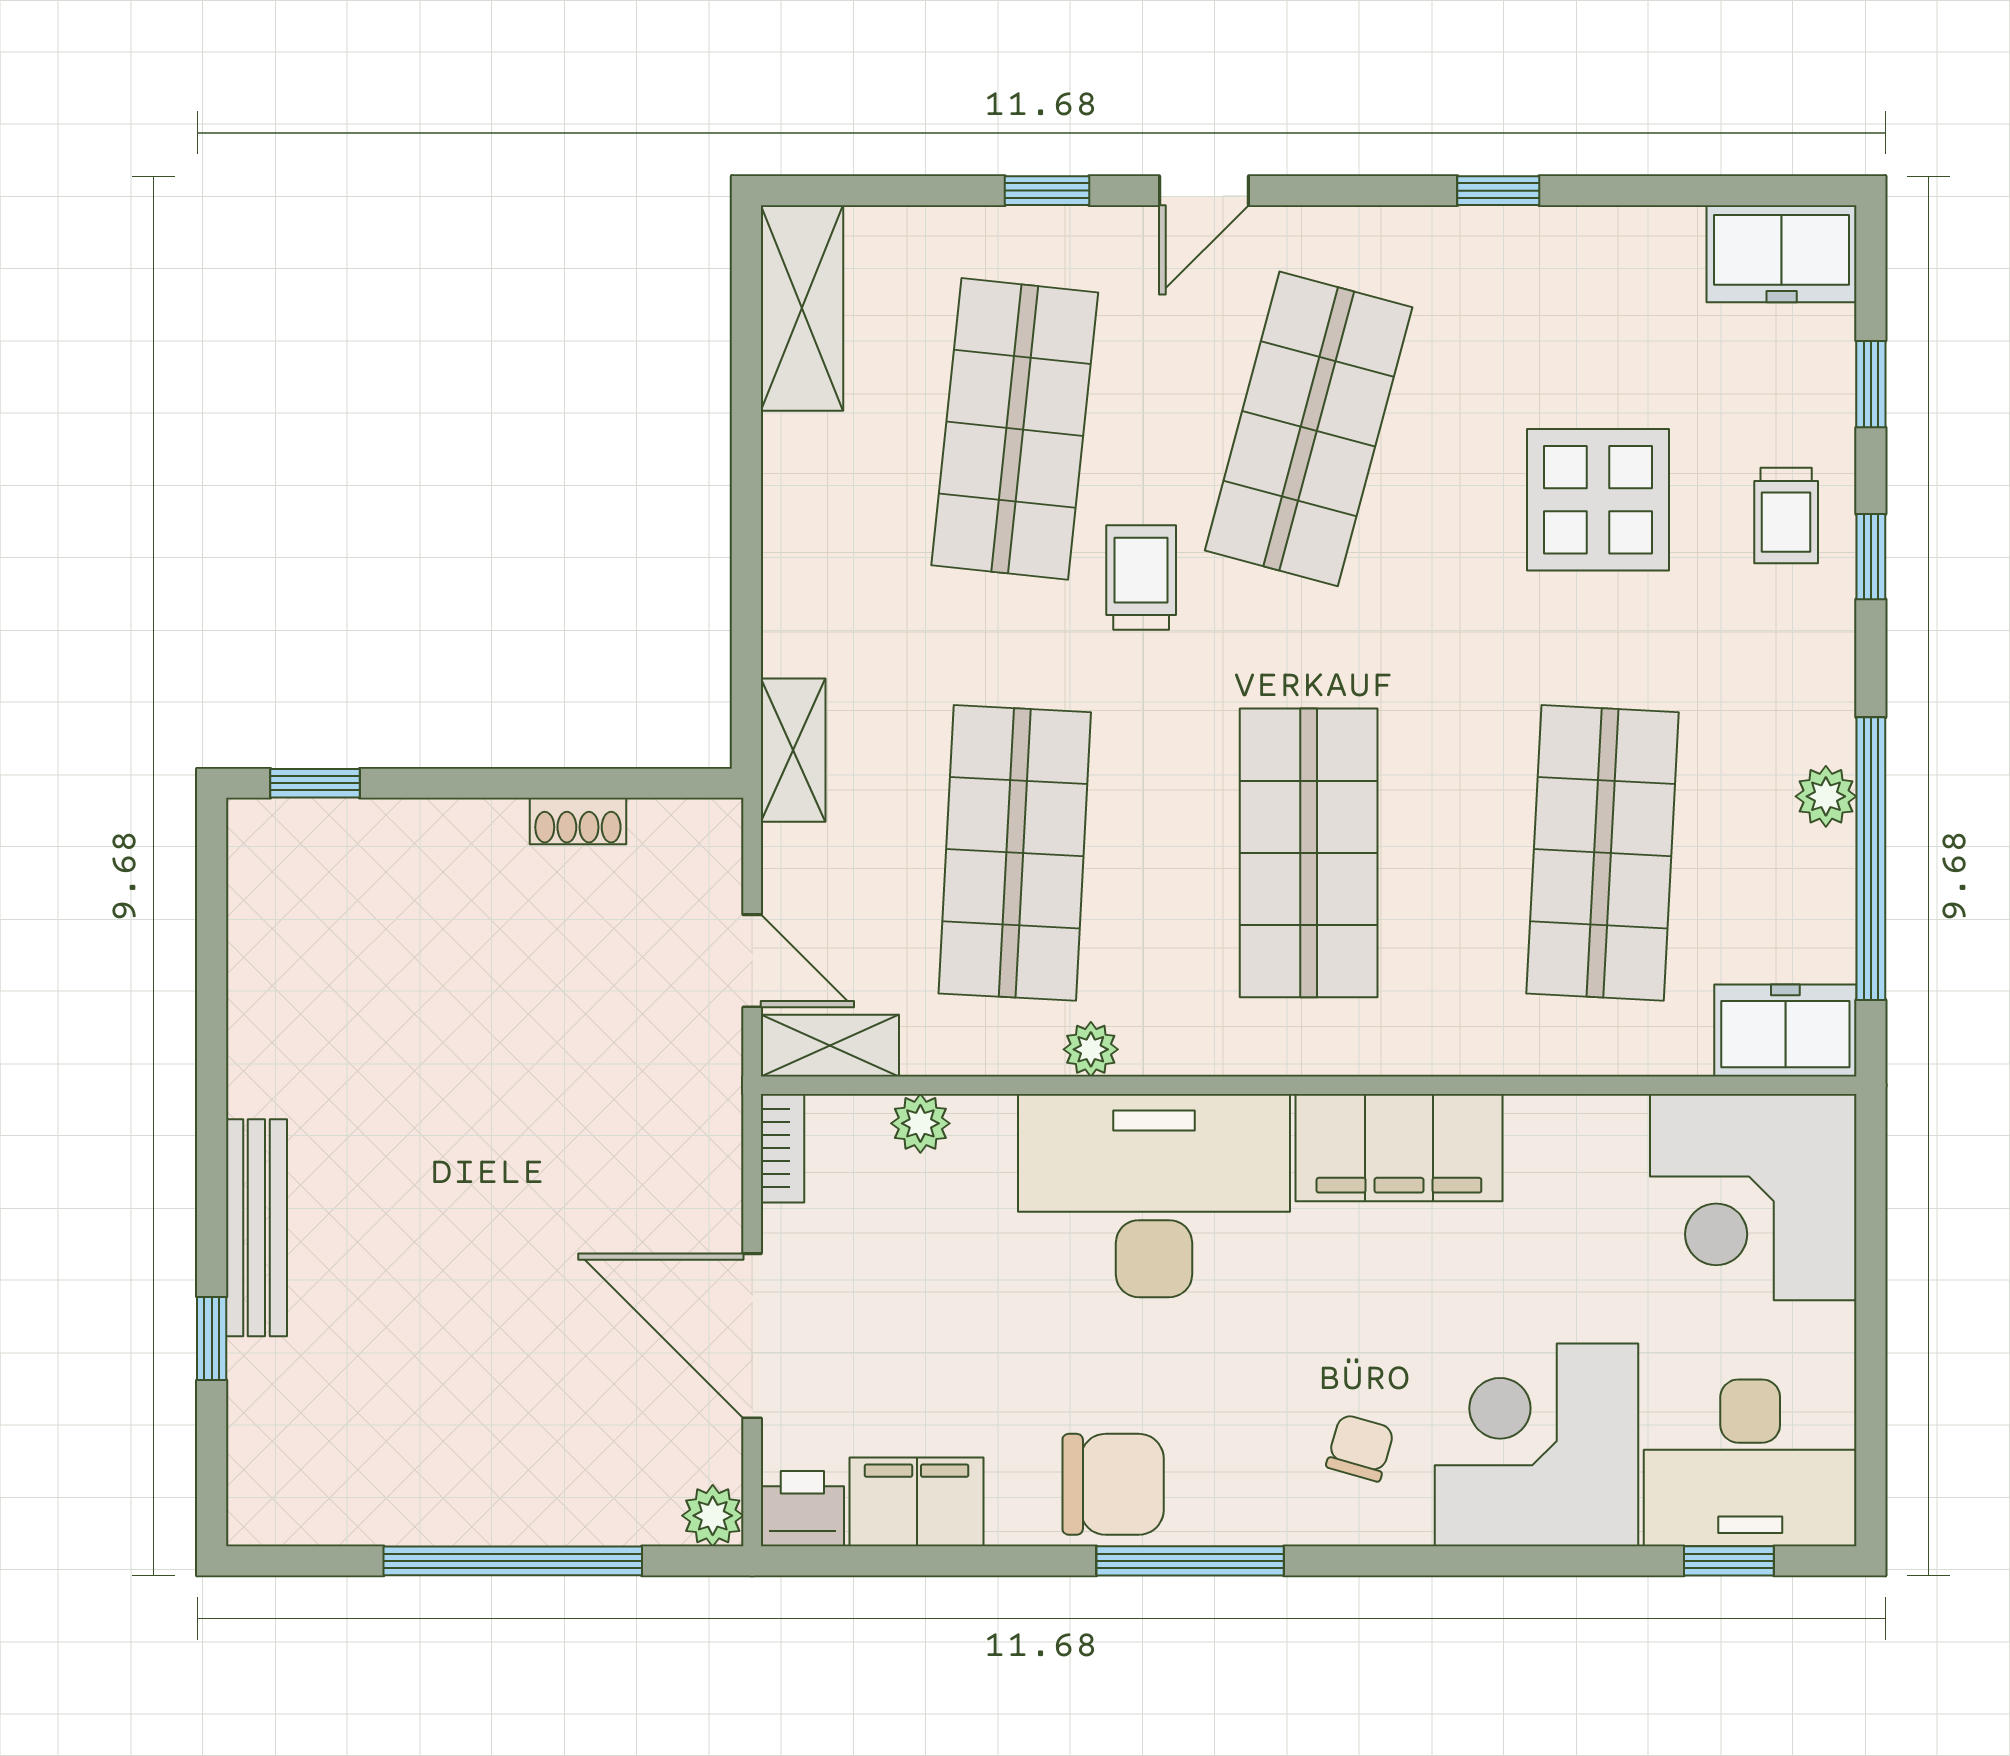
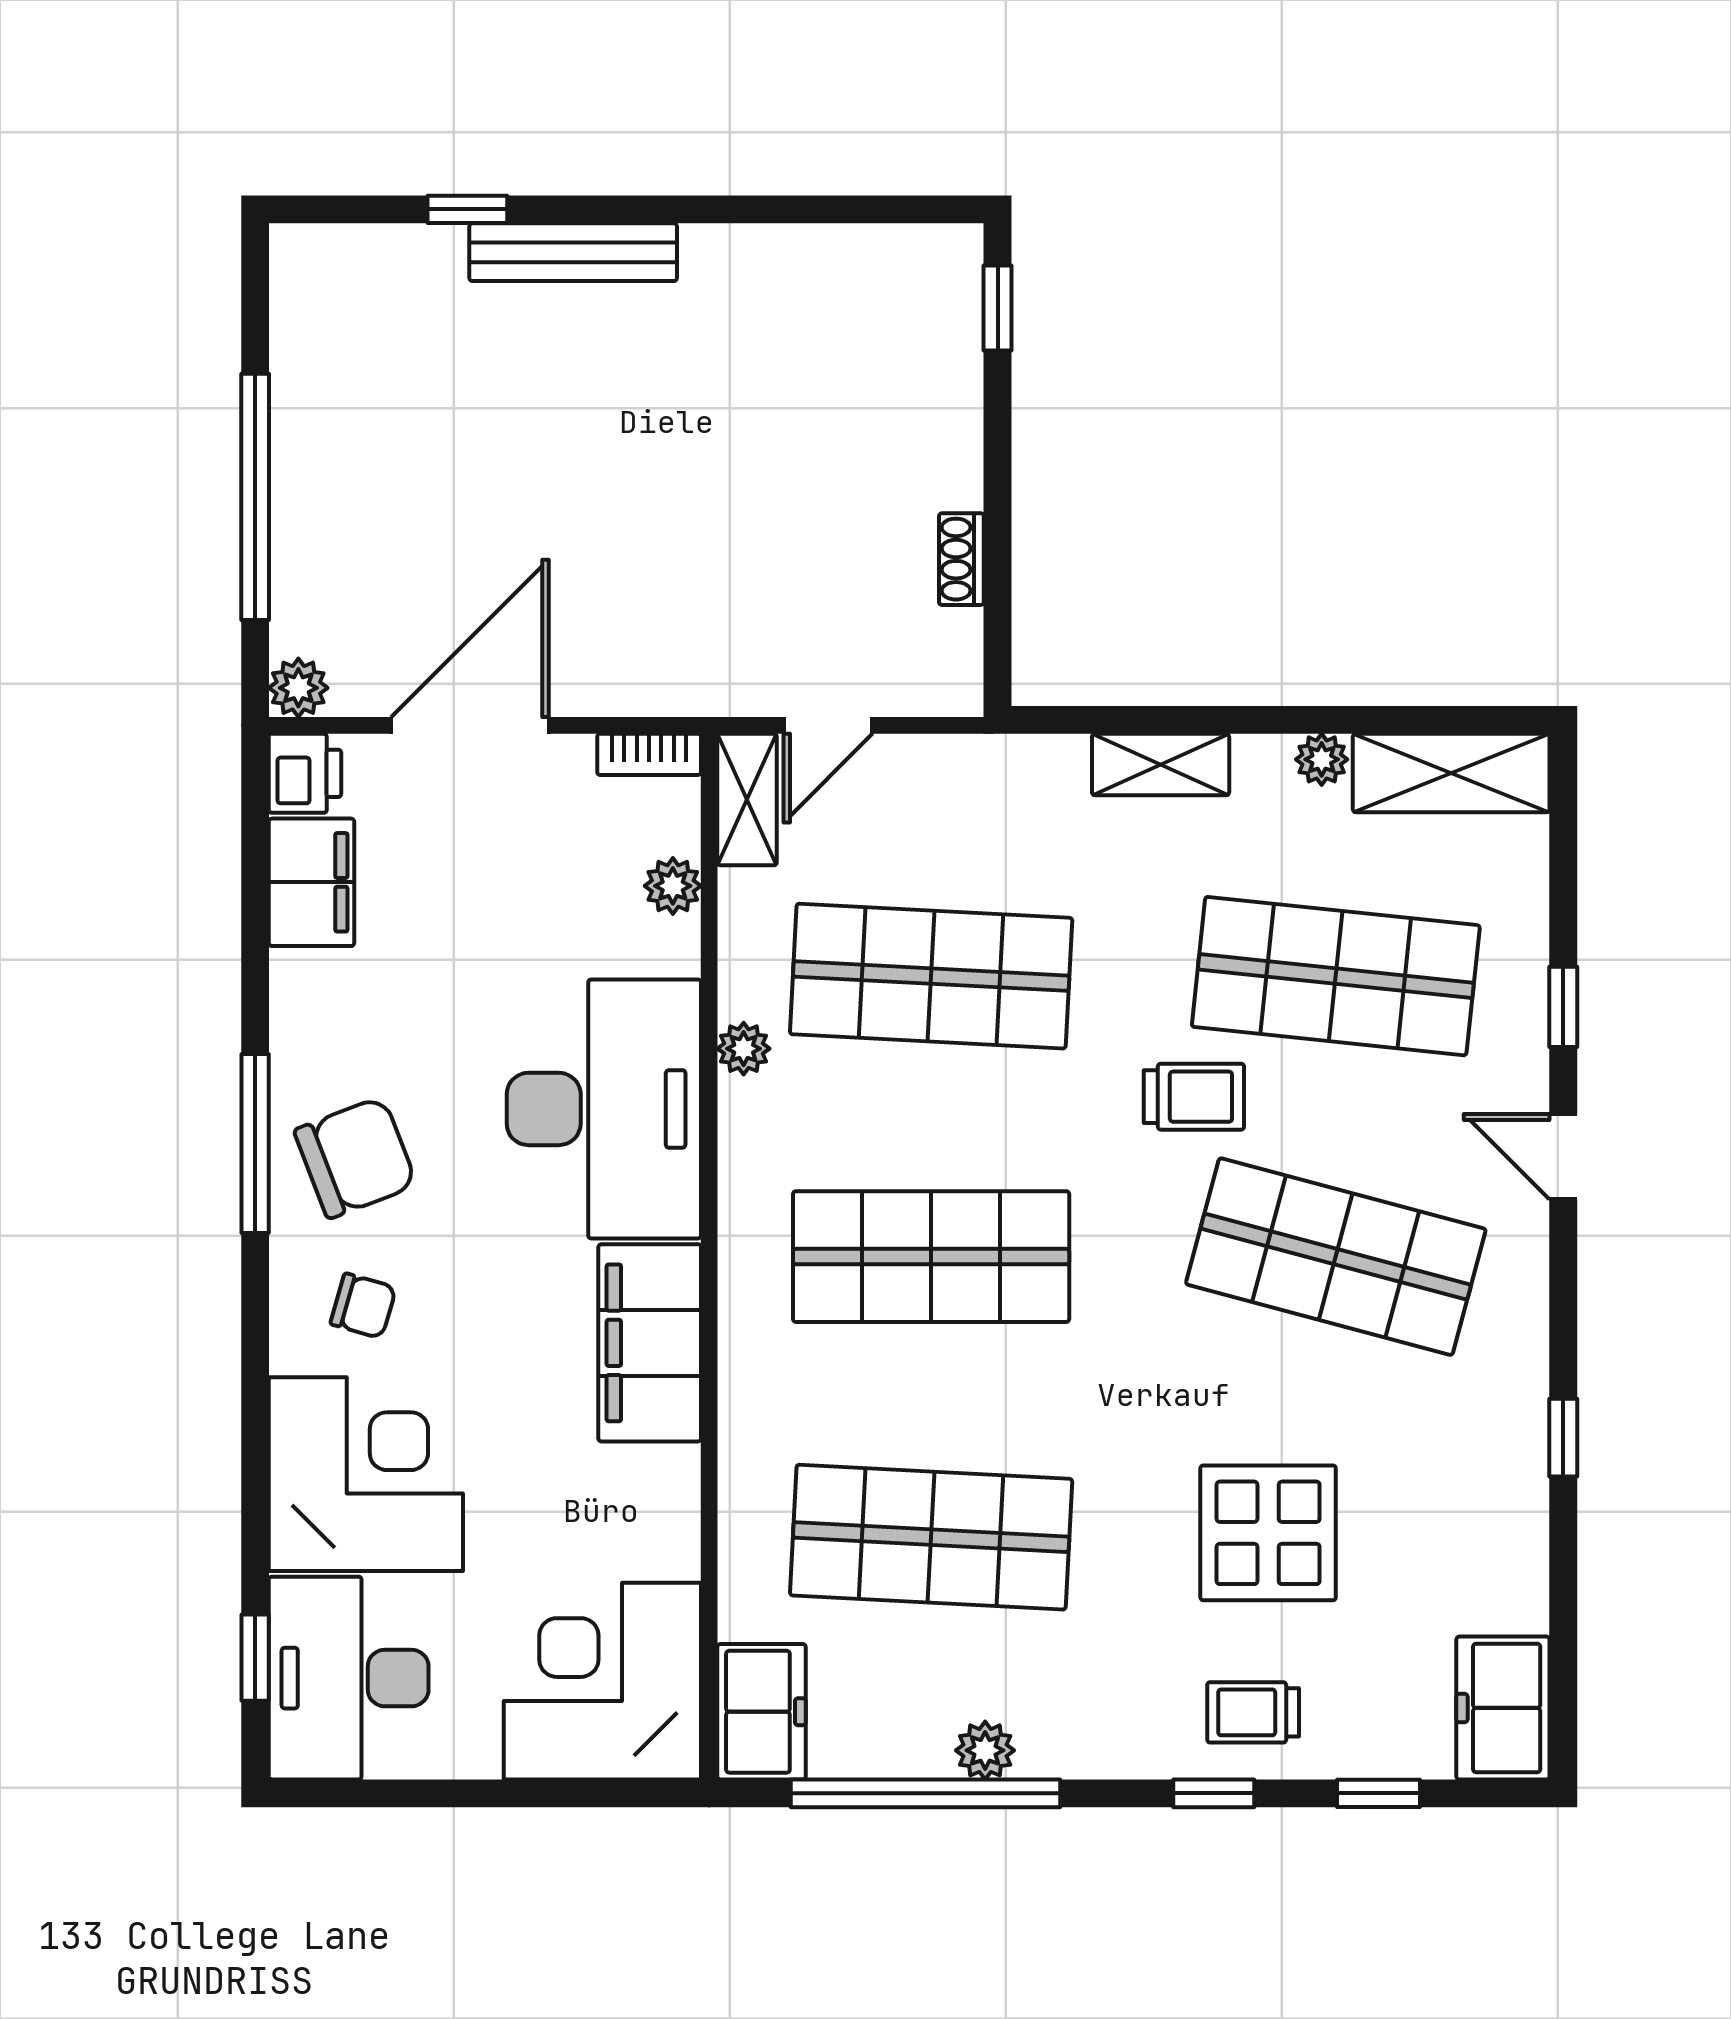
plant: (788, 444) -> (1322, 759), added
shelving: (793, 750) -> (1161, 764), moved
chair: (1113, 1484) -> (355, 1158), moved, turned -111

